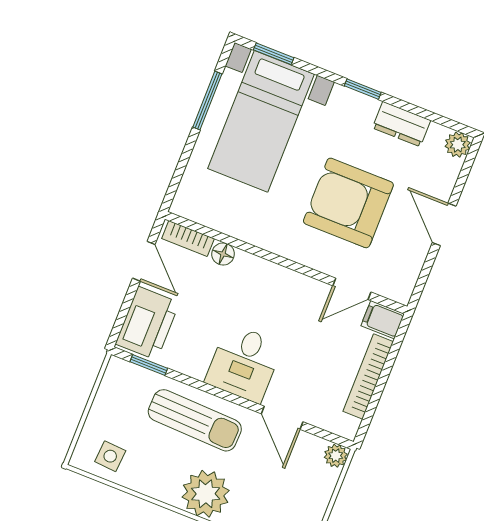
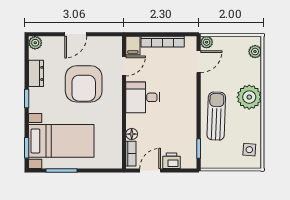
door: (352, 289) -> (124, 66), hinge flipped
printer: (147, 323) -> (171, 161), width x0.53, depth x0.68
desk: (244, 363) -> (143, 97), moved, turned 180
door: (282, 418) -> (199, 62), moved

